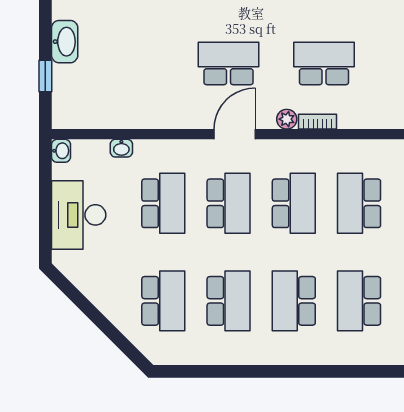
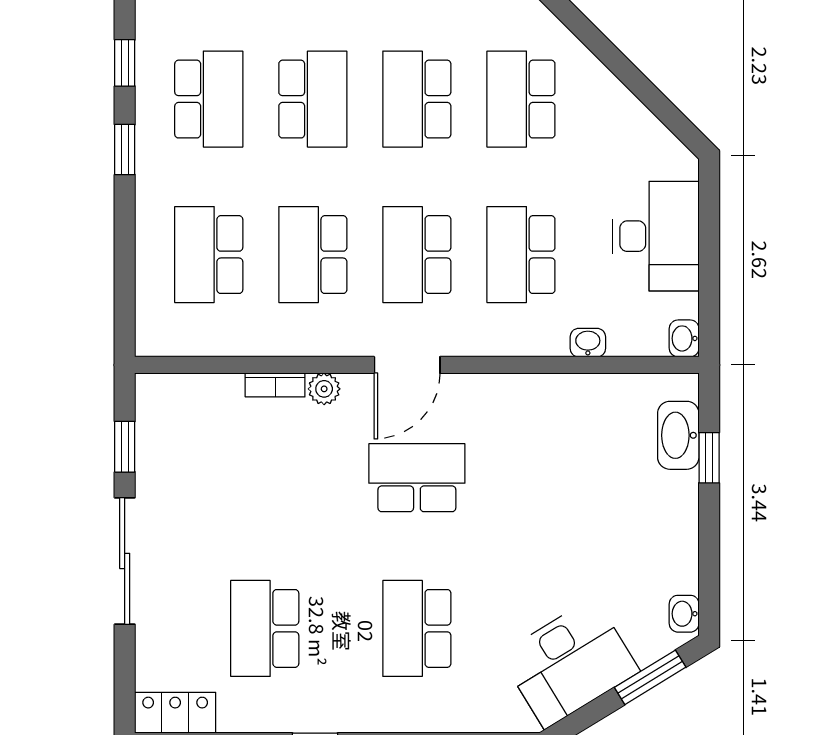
washbasin: (65, 42) -> (678, 435), moved
school desk: (229, 63) -> (417, 478), turned 180
school desk: (324, 63) -> (265, 478), removed
school desk: (359, 203) -> (209, 255), turned 180

